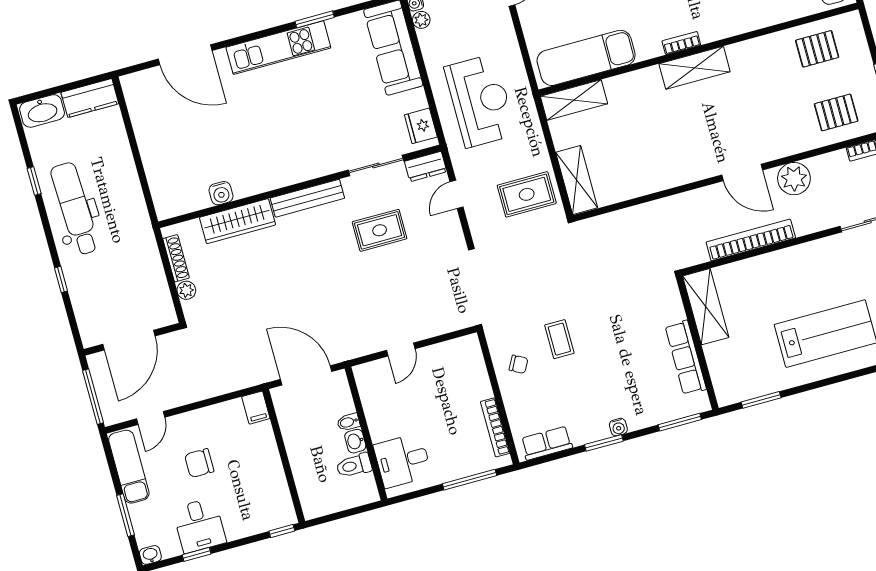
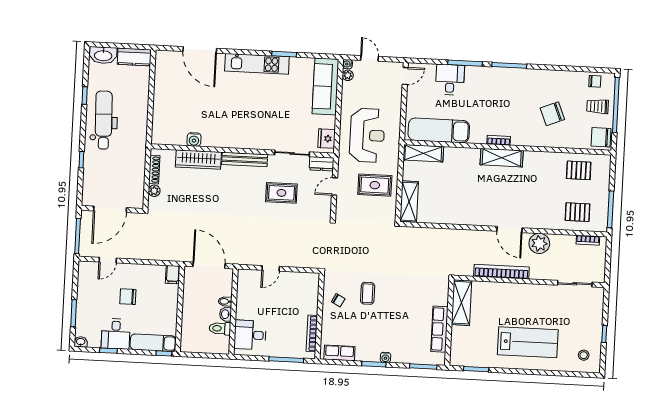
rug: (527, 194) -> (375, 185), moved
exam couch: (129, 467) -> (153, 343), moved, turned -90

